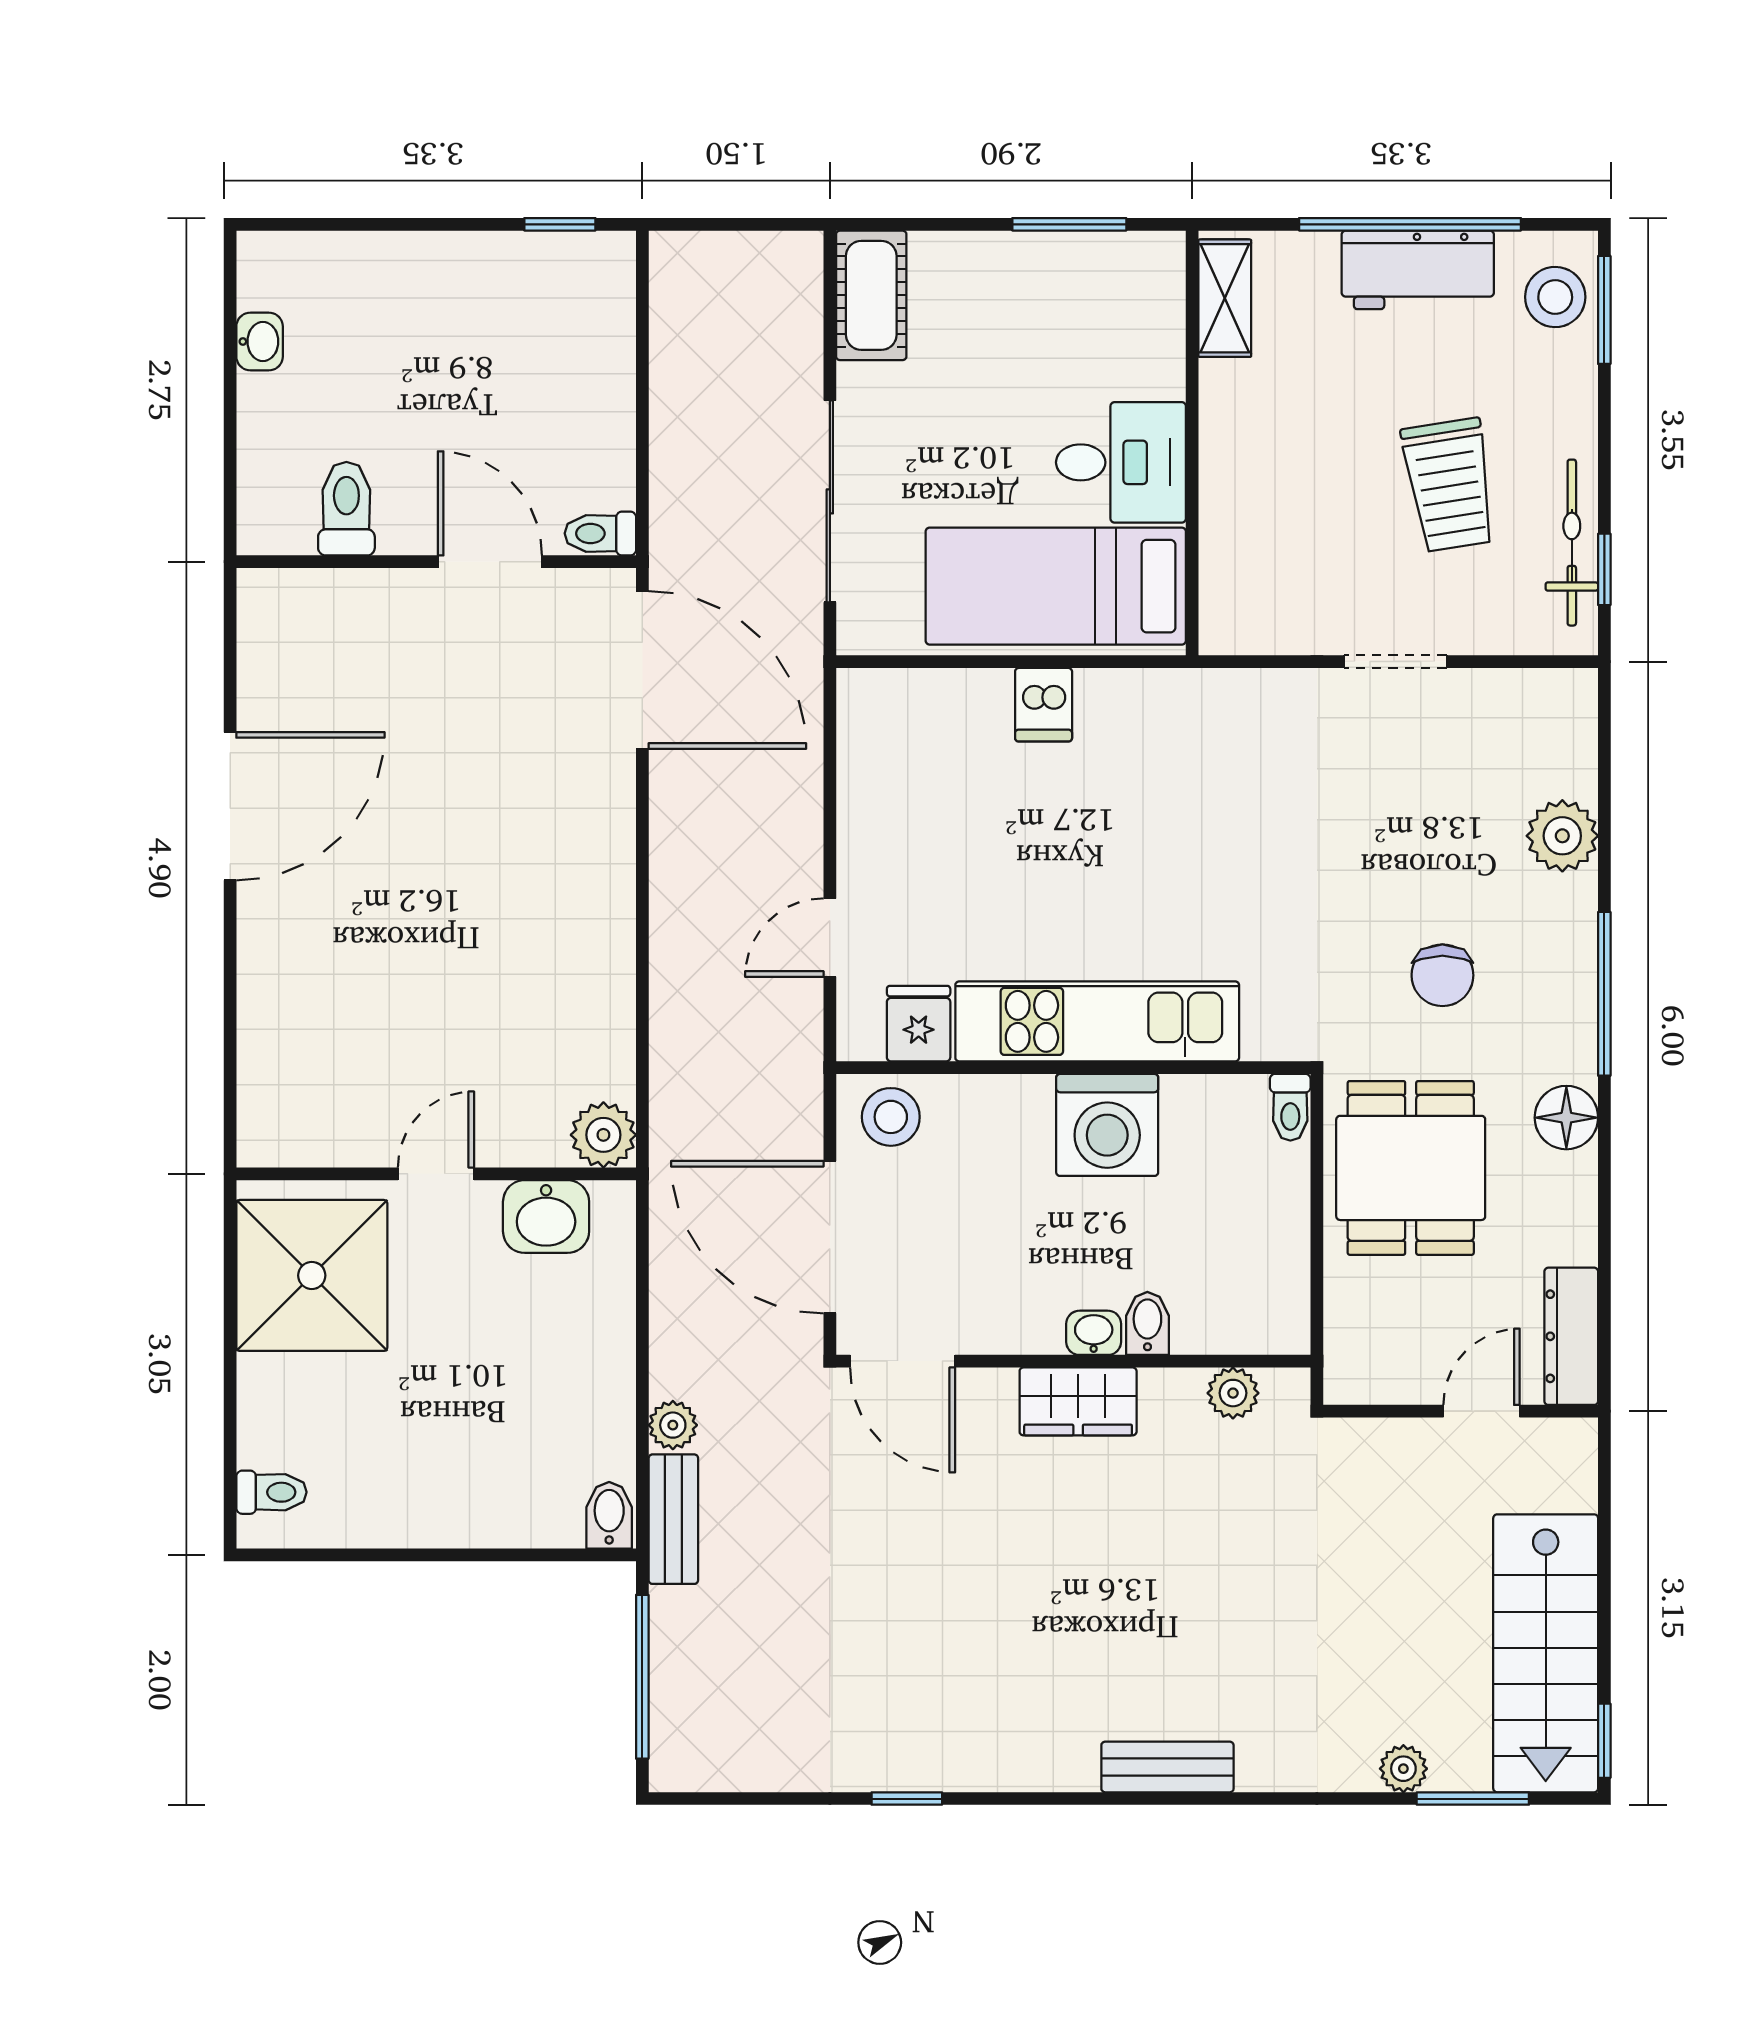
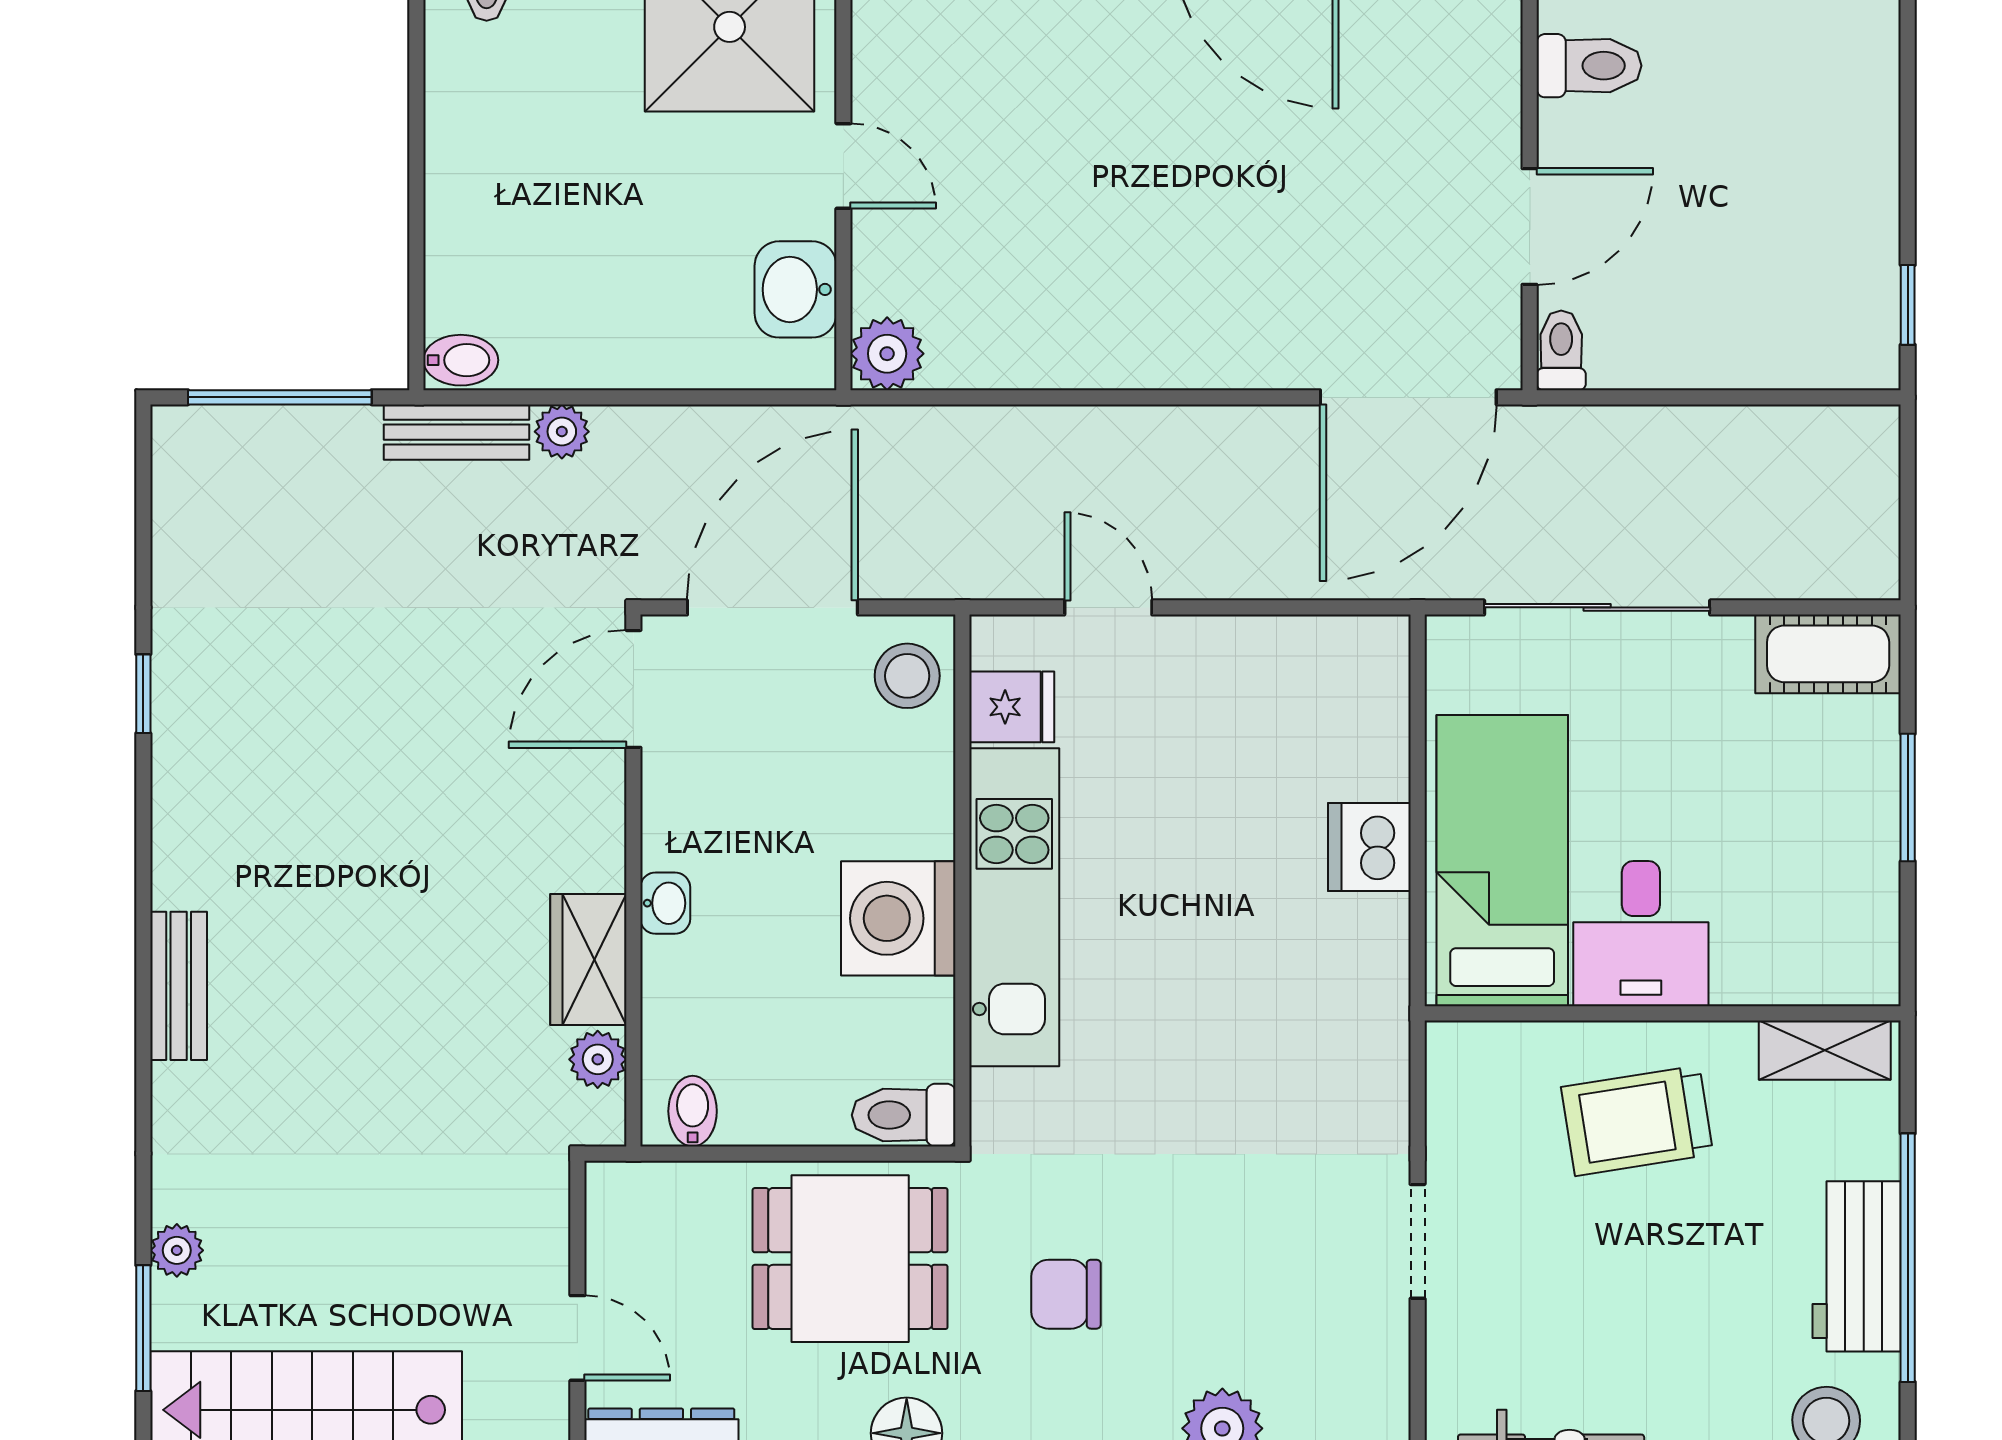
window: (1069, 224) -> (1908, 797), moved
trolley: (1449, 485) -> (1637, 1121), moved
dishwasher: (1044, 705) -> (1369, 847), width x1.38
toilet: (1290, 1107) -> (904, 1115), width x1.37, depth x1.39
bidet: (1147, 1323) -> (693, 1111), moved, turned -90
wardrobe: (1078, 1401) -> (588, 959), moved

